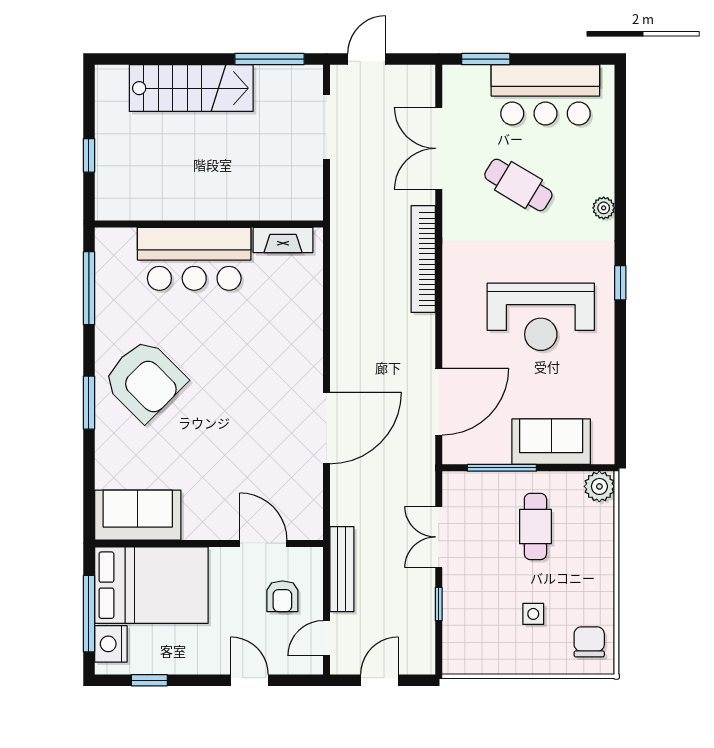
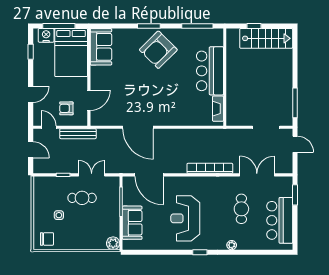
stairs: (191, 88) -> (266, 38), moved, turned -90
cafe table: (518, 185) -> (241, 209), turned -31
cafe table: (535, 526) -> (82, 198), moved

